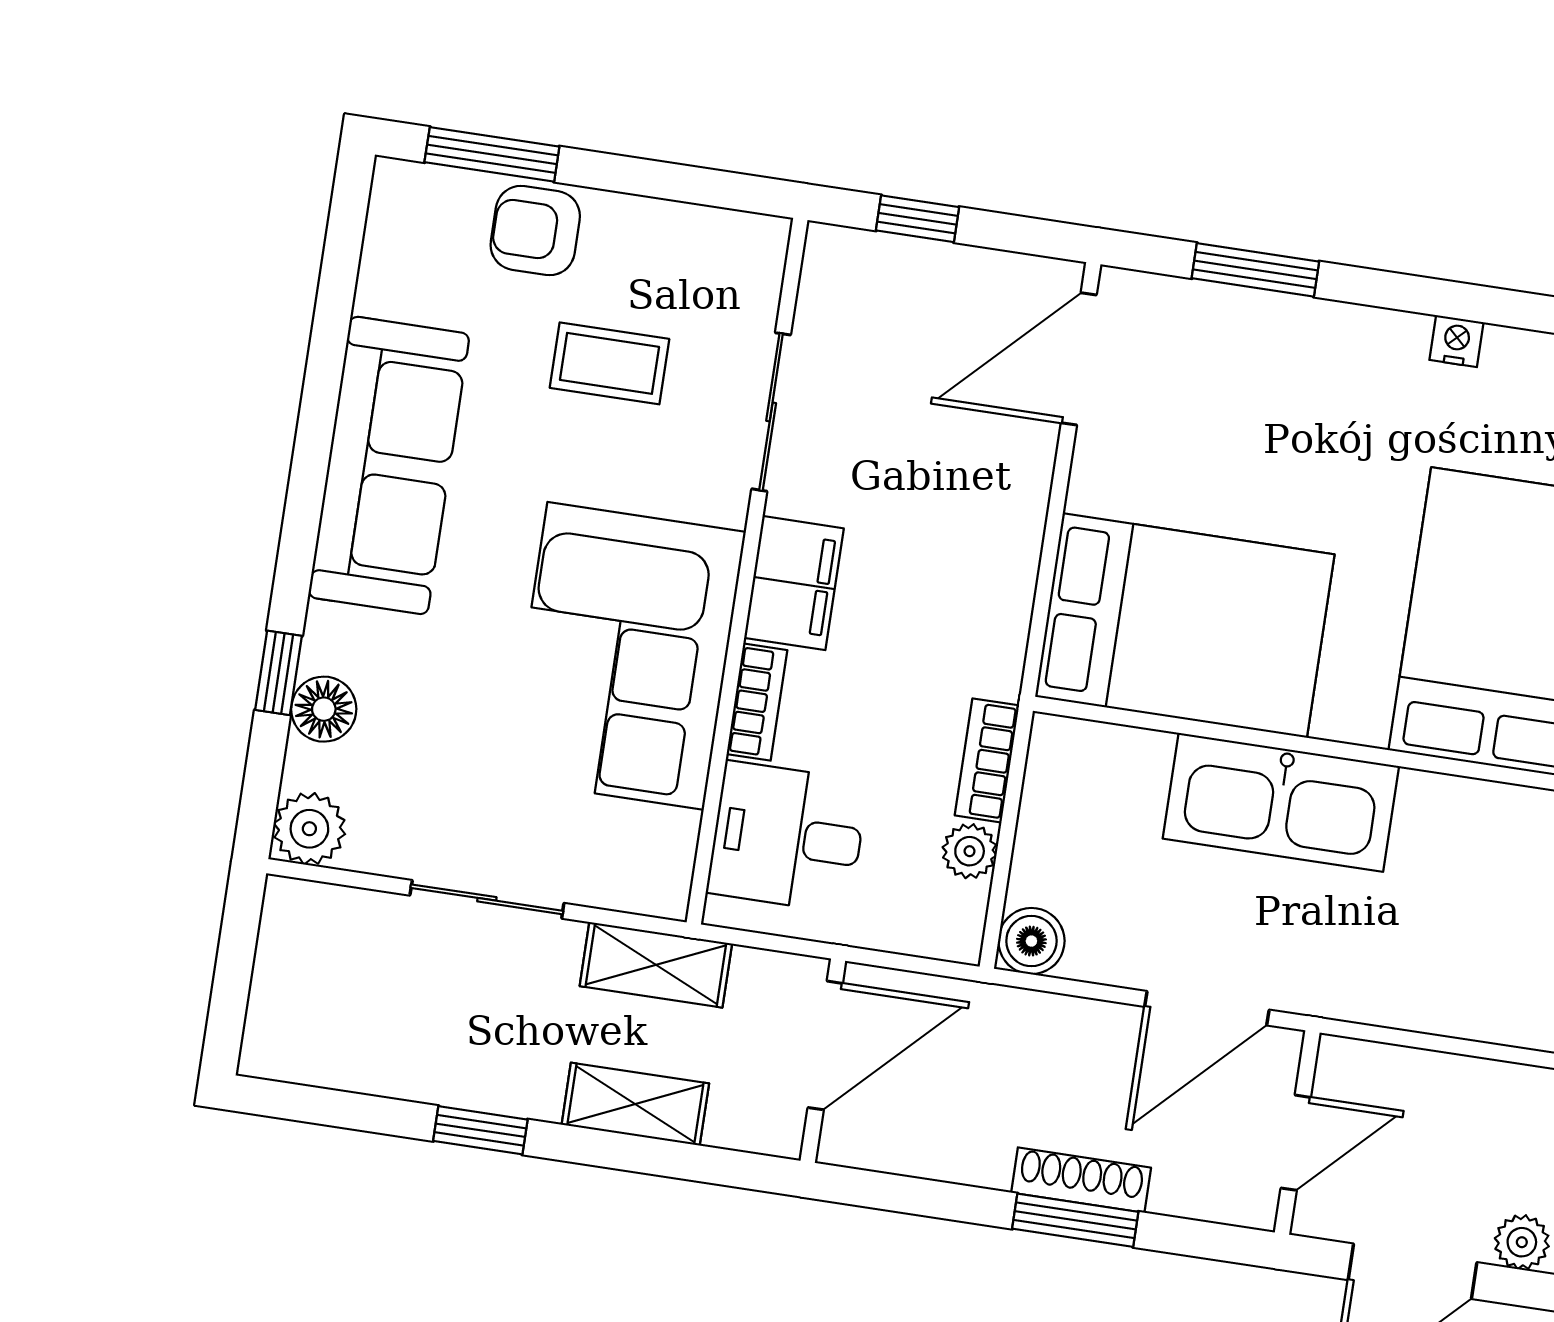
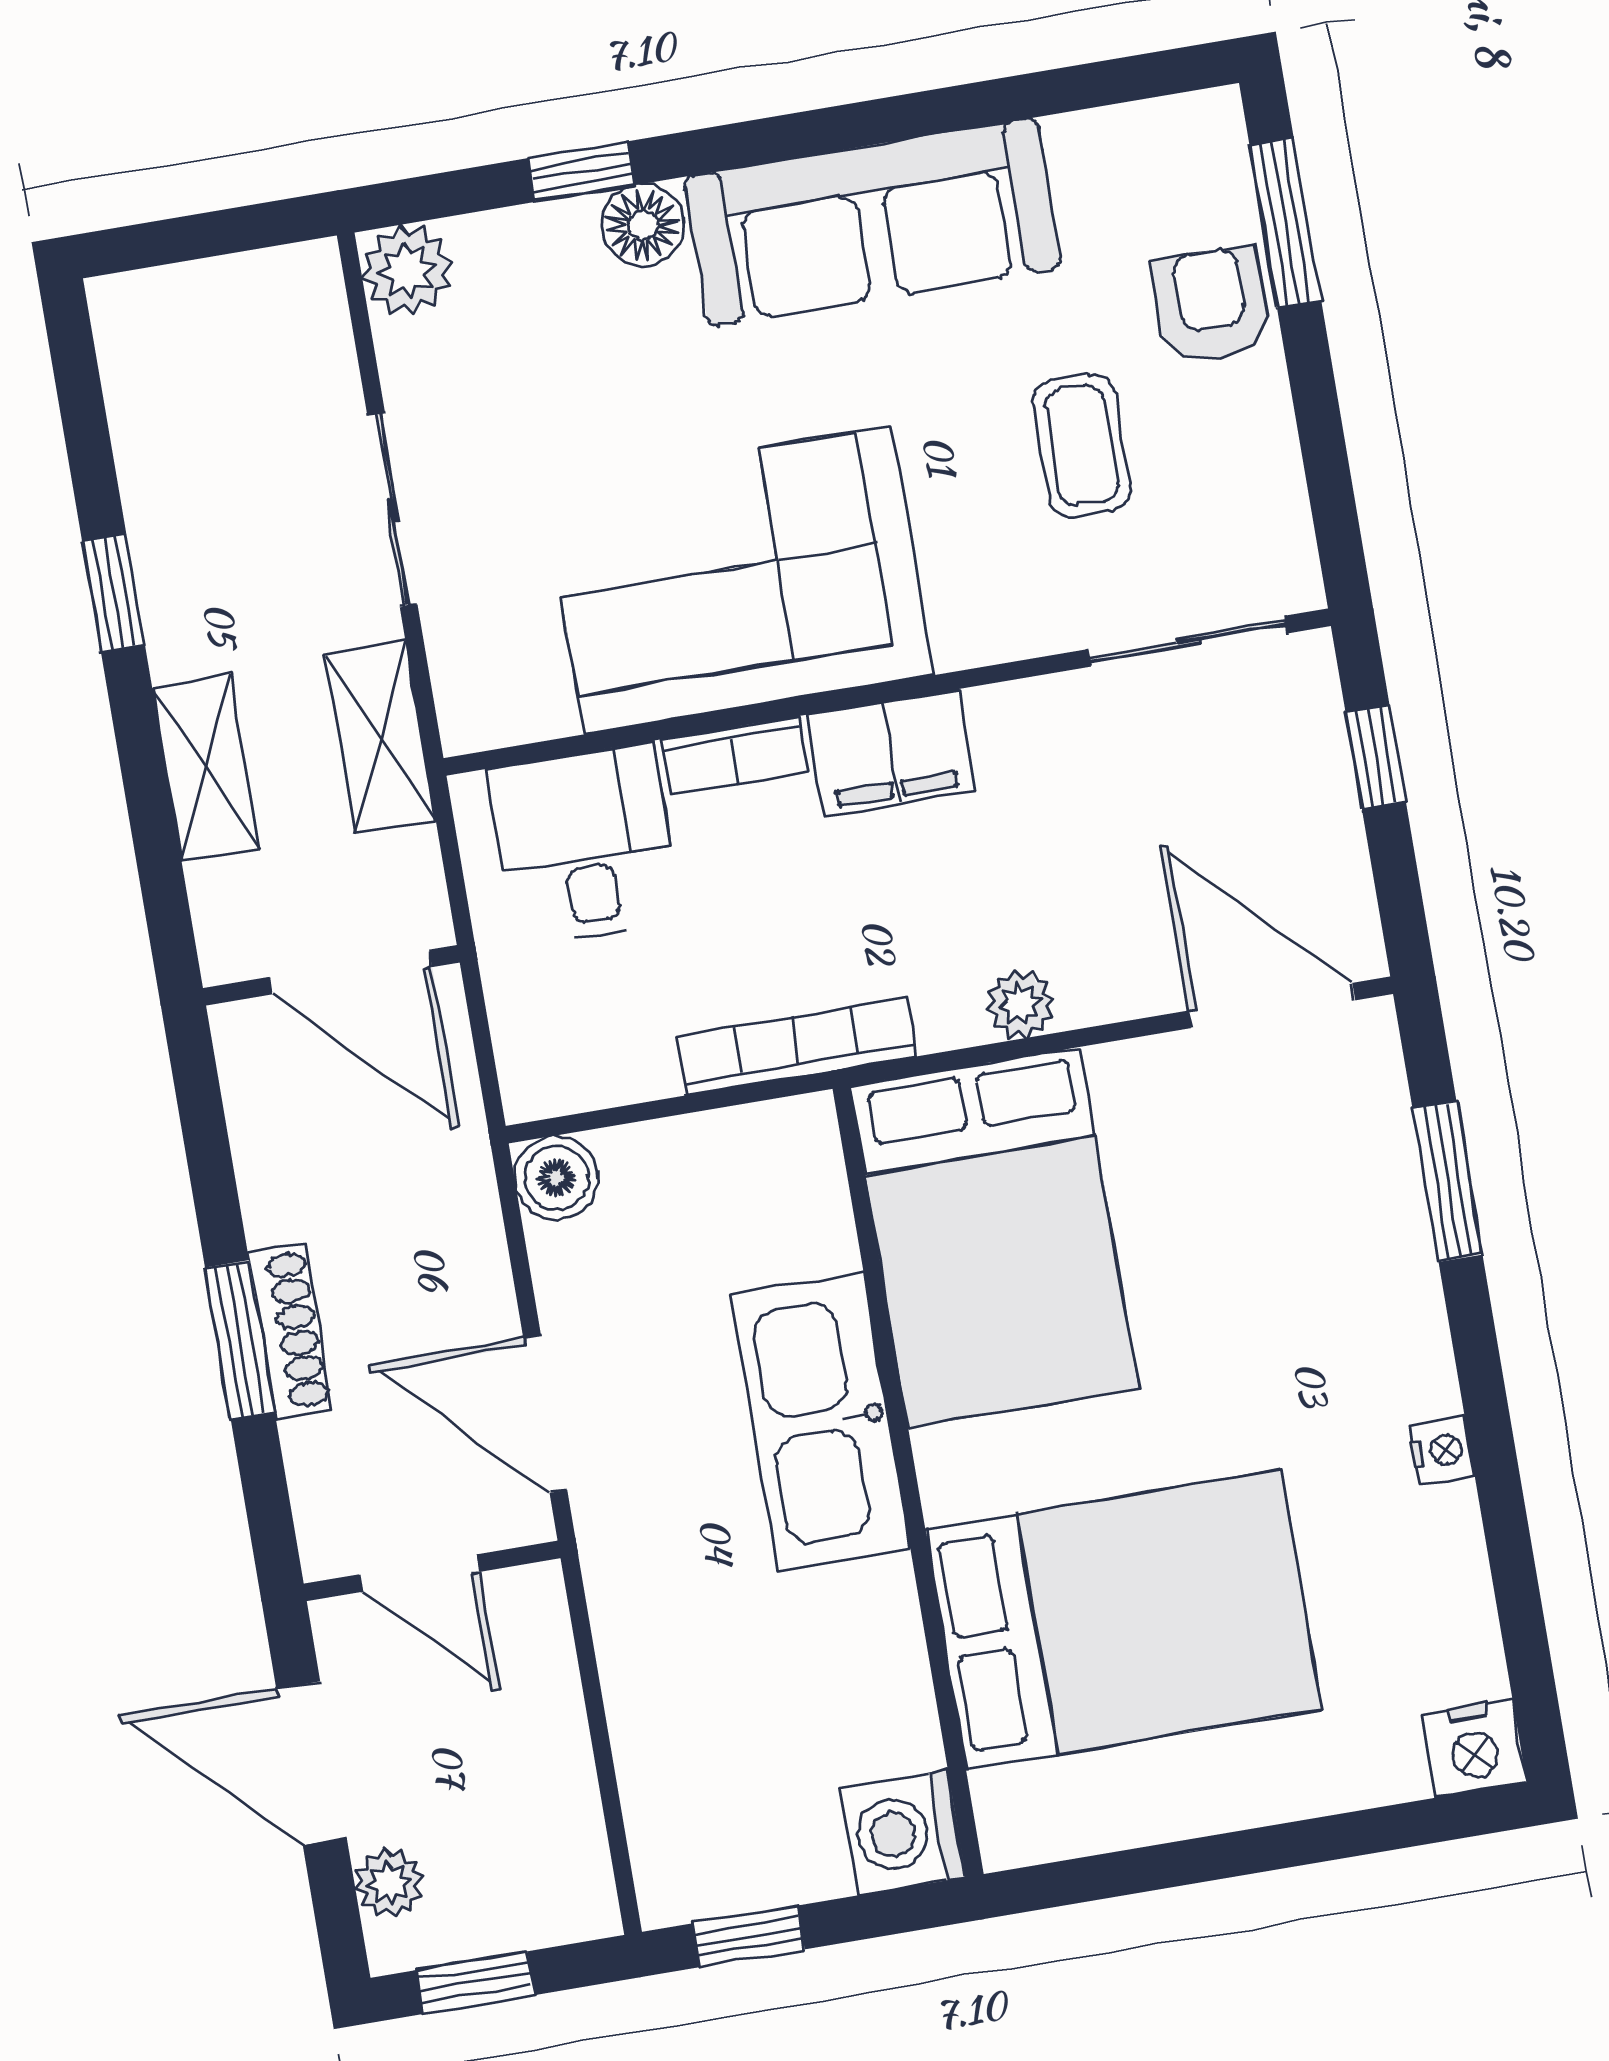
sliding door: (771, 412) -> (1188, 641), moved
floor lamp: (324, 709) -> (643, 225), moved
bookcase: (987, 760) -> (797, 1047), width x1.56
plant: (970, 851) -> (1021, 1004), moved

